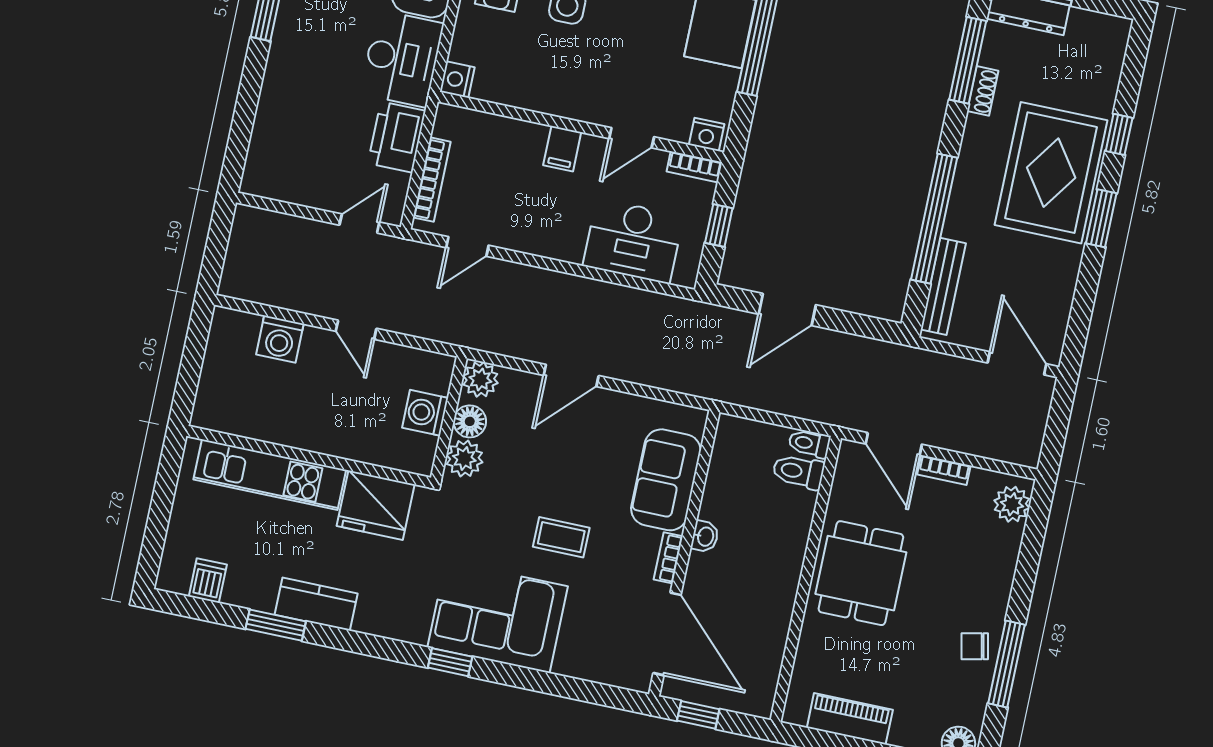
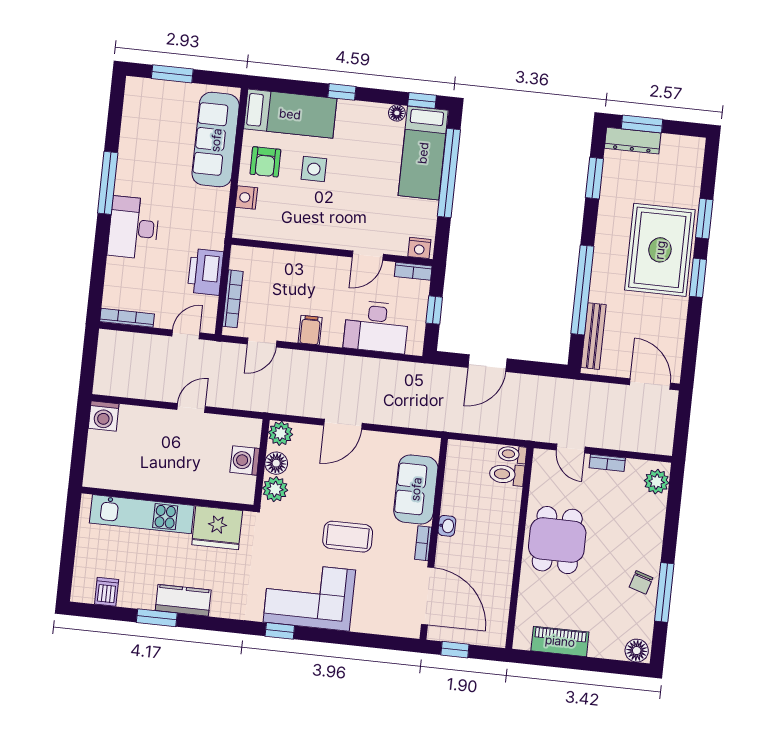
desk: (402, 59) -> (134, 228), moved, turned 180
window: (968, 60) -> (594, 178), width x0.69
nightstand: (457, 79) -> (246, 198), moved
shoe rack: (983, 91) -> (607, 198), removed
window: (1119, 134) -> (704, 219), width x1.50
filing cabinet: (562, 149) -> (310, 330), moved, turned 180
bookcase: (278, 191) -> (127, 318), added
door: (356, 330) -> (191, 408), swing flipped
washing machine: (280, 339) -> (104, 416), moved
door: (894, 444) -> (571, 449), width x0.73
coffee table: (561, 537) -> (348, 537), width x1.36, depth x1.30
chair: (975, 646) -> (641, 582), turned -61

